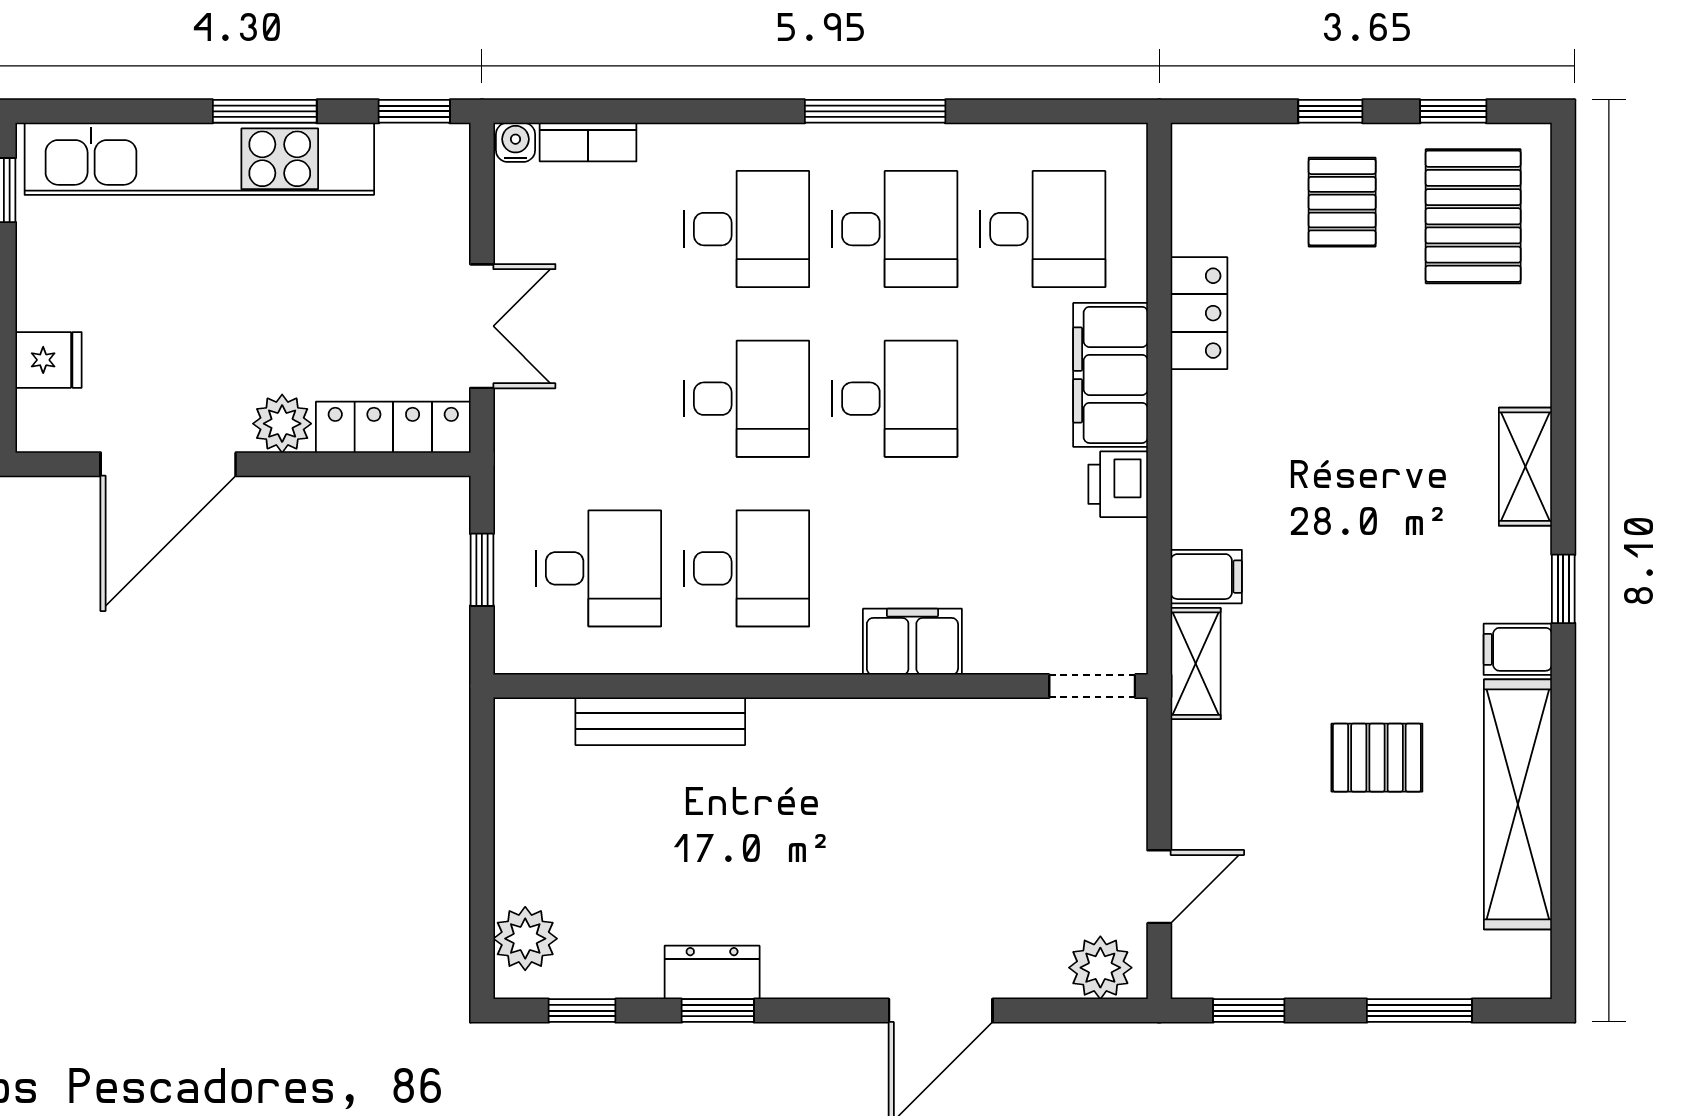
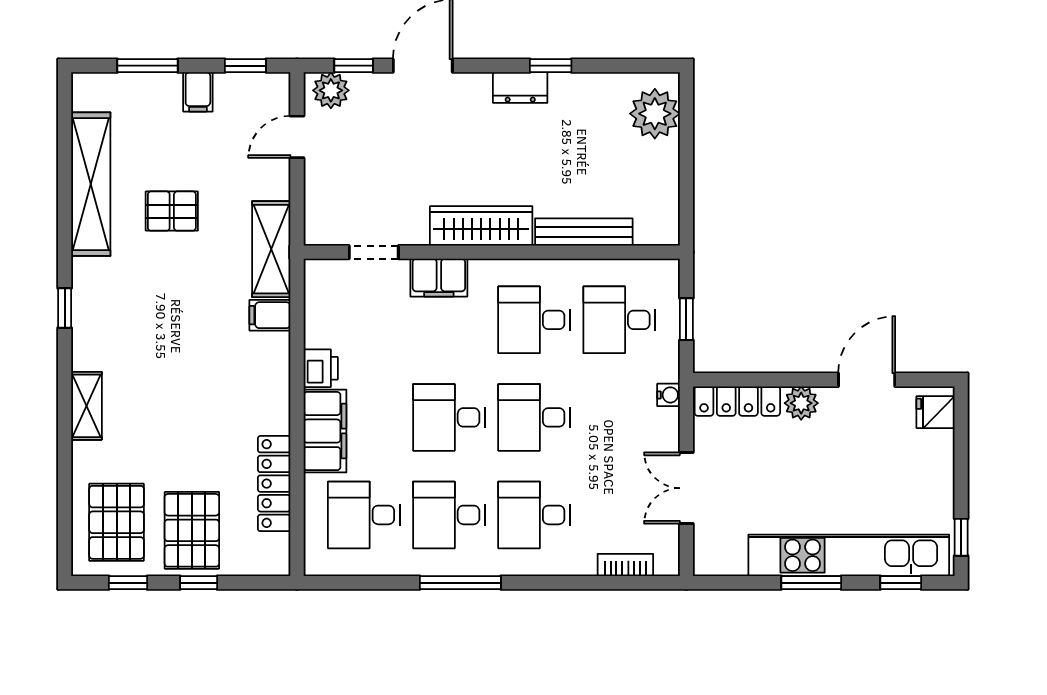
window: (414, 111) -> (901, 583), moved
water cooler: (515, 142) -> (668, 395), moved, turned -90
pallet: (1342, 202) -> (192, 530), width x1.50, depth x1.42
locker: (1199, 313) -> (274, 484), width x1.53
double door: (482, 326) -> (686, 488), moved
fridge: (48, 360) -> (936, 412), moved
door: (168, 464) -> (867, 380), width x0.73
shelving: (1525, 467) -> (87, 406), moved
filing cabinet: (1518, 649) -> (198, 92), moved, turned 90
shelving: (1196, 664) -> (271, 249), width x1.50, depth x1.33
doorway: (1092, 686) -> (374, 252), moved
wardrobe: (839, 732) -> (481, 226), added
plant: (525, 939) -> (655, 114), width x1.36, depth x1.36
dresser: (712, 972) -> (520, 88), moved
window: (582, 1011) -> (354, 66), moved

